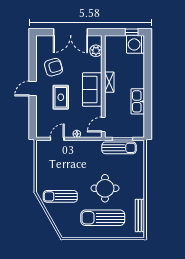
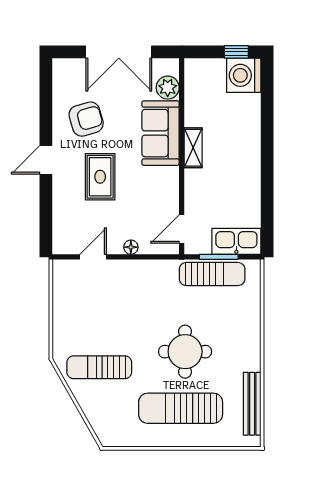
sofa: (92, 90) -> (161, 133), moved
kitchen sink: (138, 101) -> (236, 241), moved, turned 90

